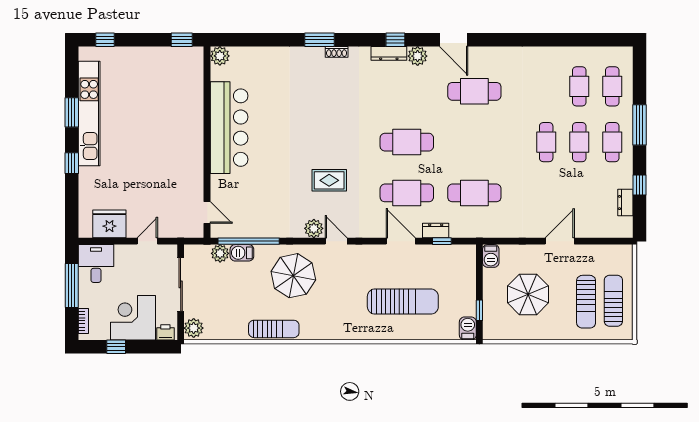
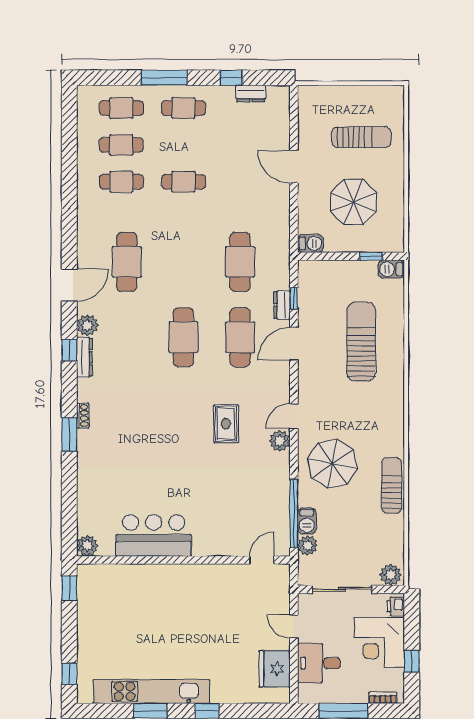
bar counter: (229, 128) -> (154, 535), width x0.73
cafe table: (579, 142) -> (121, 182), moved
desk: (96, 264) -> (319, 663), moved
sun lounger: (613, 301) -> (360, 107), removed

